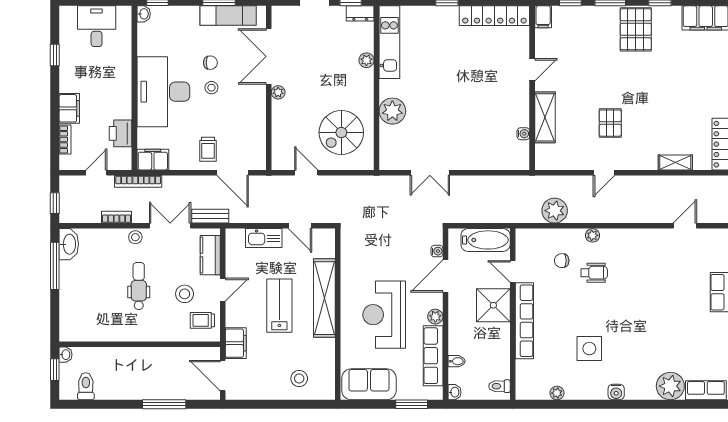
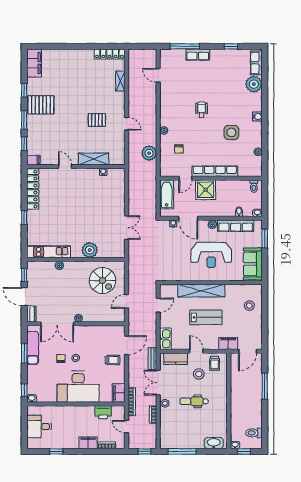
dresser: (360, 13) -> (31, 314), moved
kitchen sink: (264, 238) -> (165, 339), moved
washbasin: (69, 244) -> (214, 443), moved
wheelchair: (594, 273) -> (202, 110), moved
lab bench: (279, 306) -> (206, 317), turned 180

